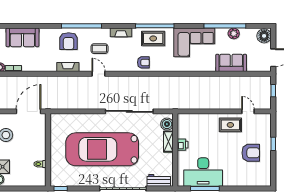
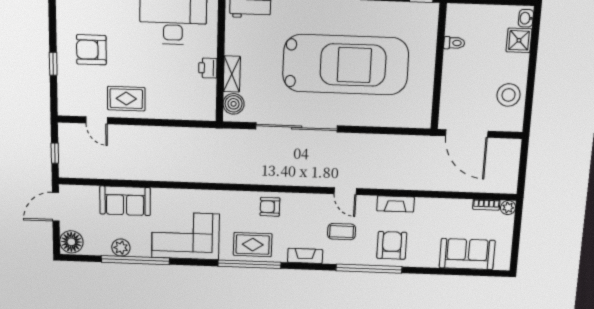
door: (29, 111) -> (467, 133), hinge flipped

